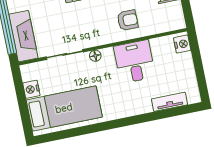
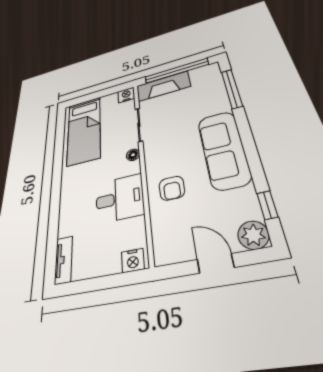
nightstand: (31, 89) -> (126, 95), moved
tv unit: (170, 102) -> (64, 260), moved

